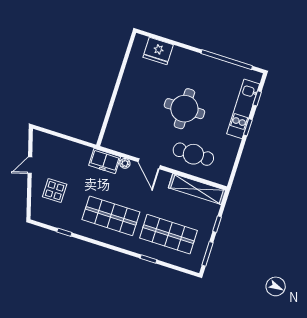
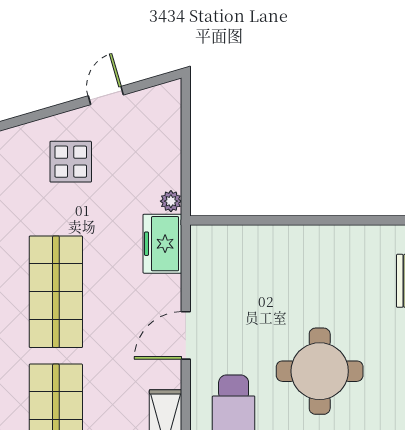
plant: (125, 163) -> (171, 201), moved
door: (30, 165) -> (106, 95), hinge flipped

